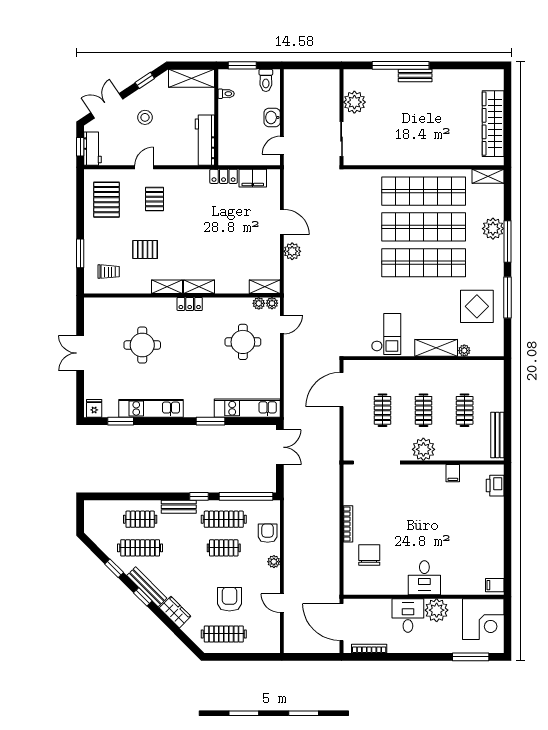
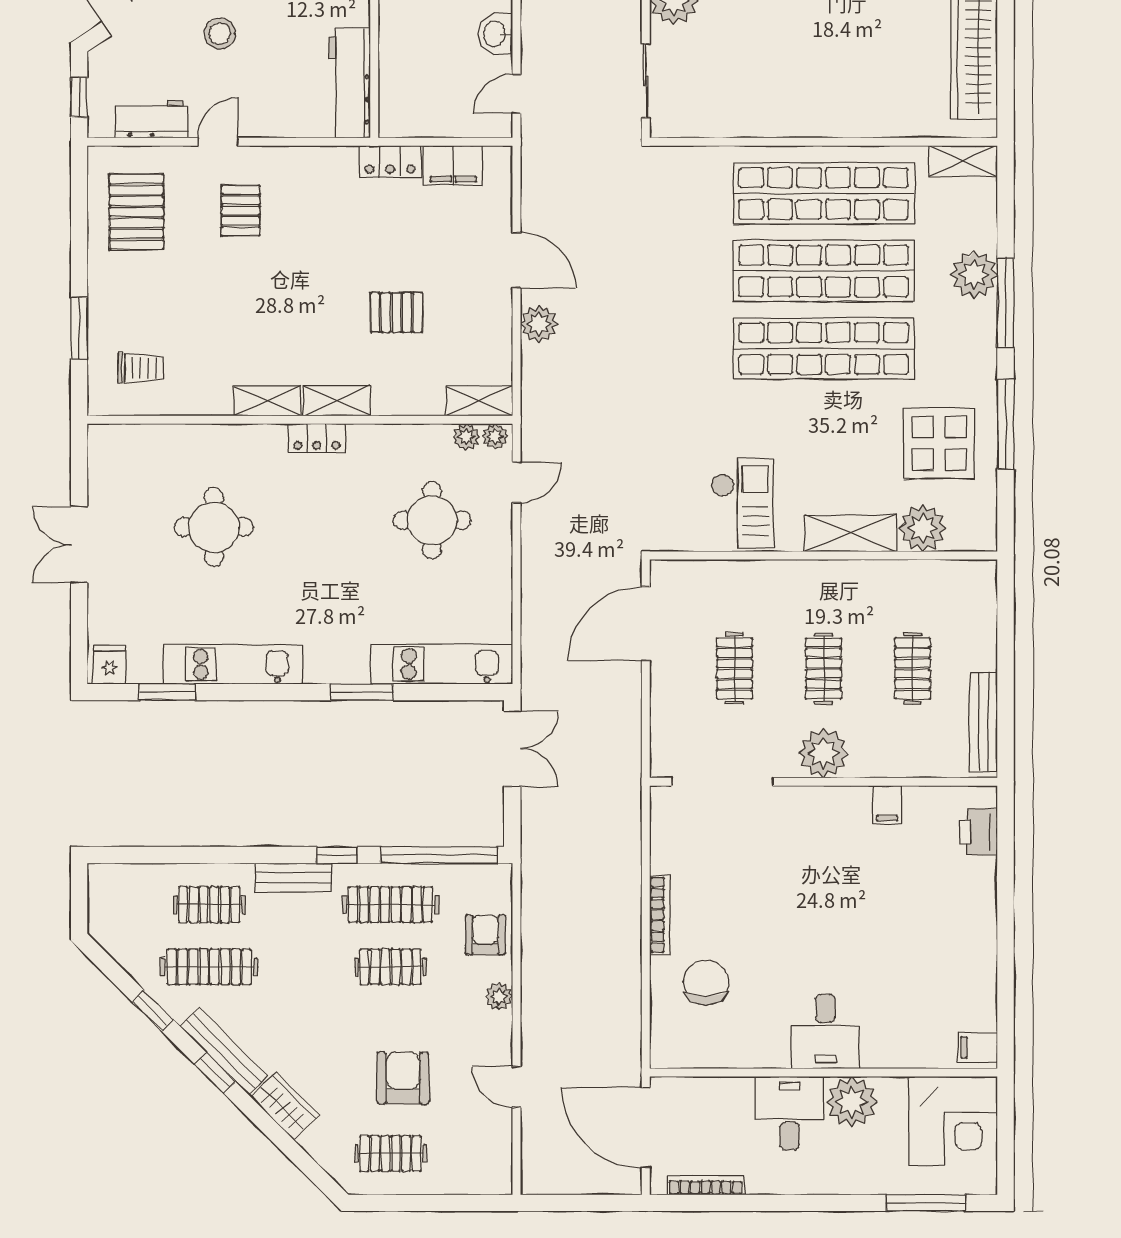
workbench: (92, 149) -> (152, 119), moved, turned -90
pallet: (145, 249) -> (397, 312), moved
plant: (464, 351) -> (923, 528), width x1.88, depth x1.88
clothes rail: (224, 634) -> (391, 1153), width x0.73

